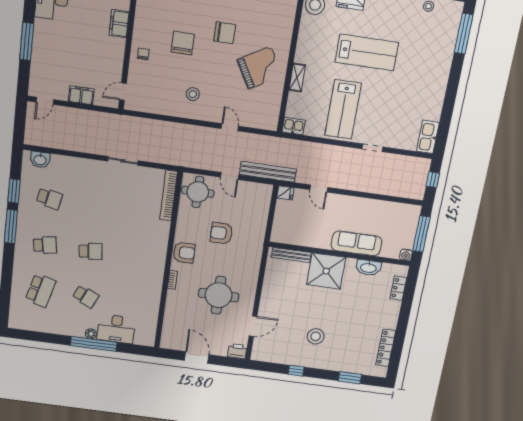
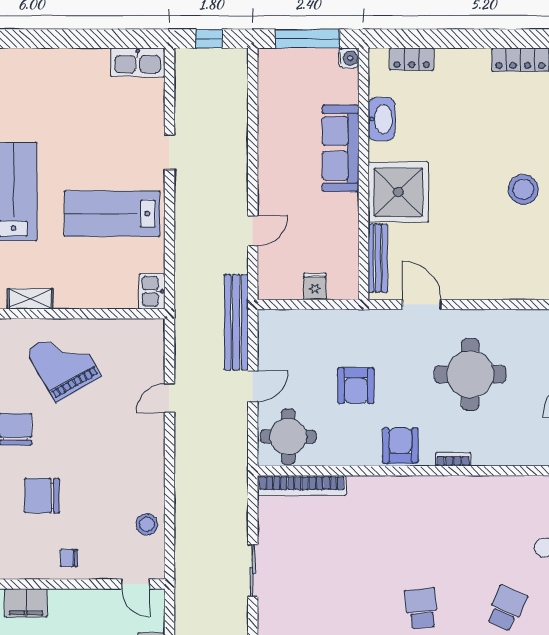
shelving: (297, 78) -> (30, 299), moved
stool: (193, 94) -> (147, 524), moved
lab bench: (343, 109) -> (112, 214), turned 180
fridge: (285, 193) -> (315, 286), moved
door: (253, 326) -> (422, 304), moved

